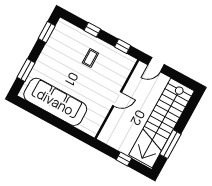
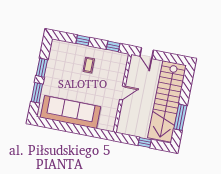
window: (47, 32) -> (42, 68), moved
door: (156, 65) -> (147, 53), hinge flipped

